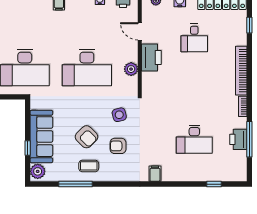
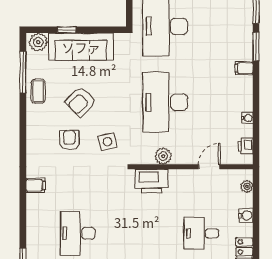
printer: (151, 57) -> (152, 181), moved
coffee table: (89, 166) -> (38, 91), moved
window: (76, 184) -> (23, 72), moved

